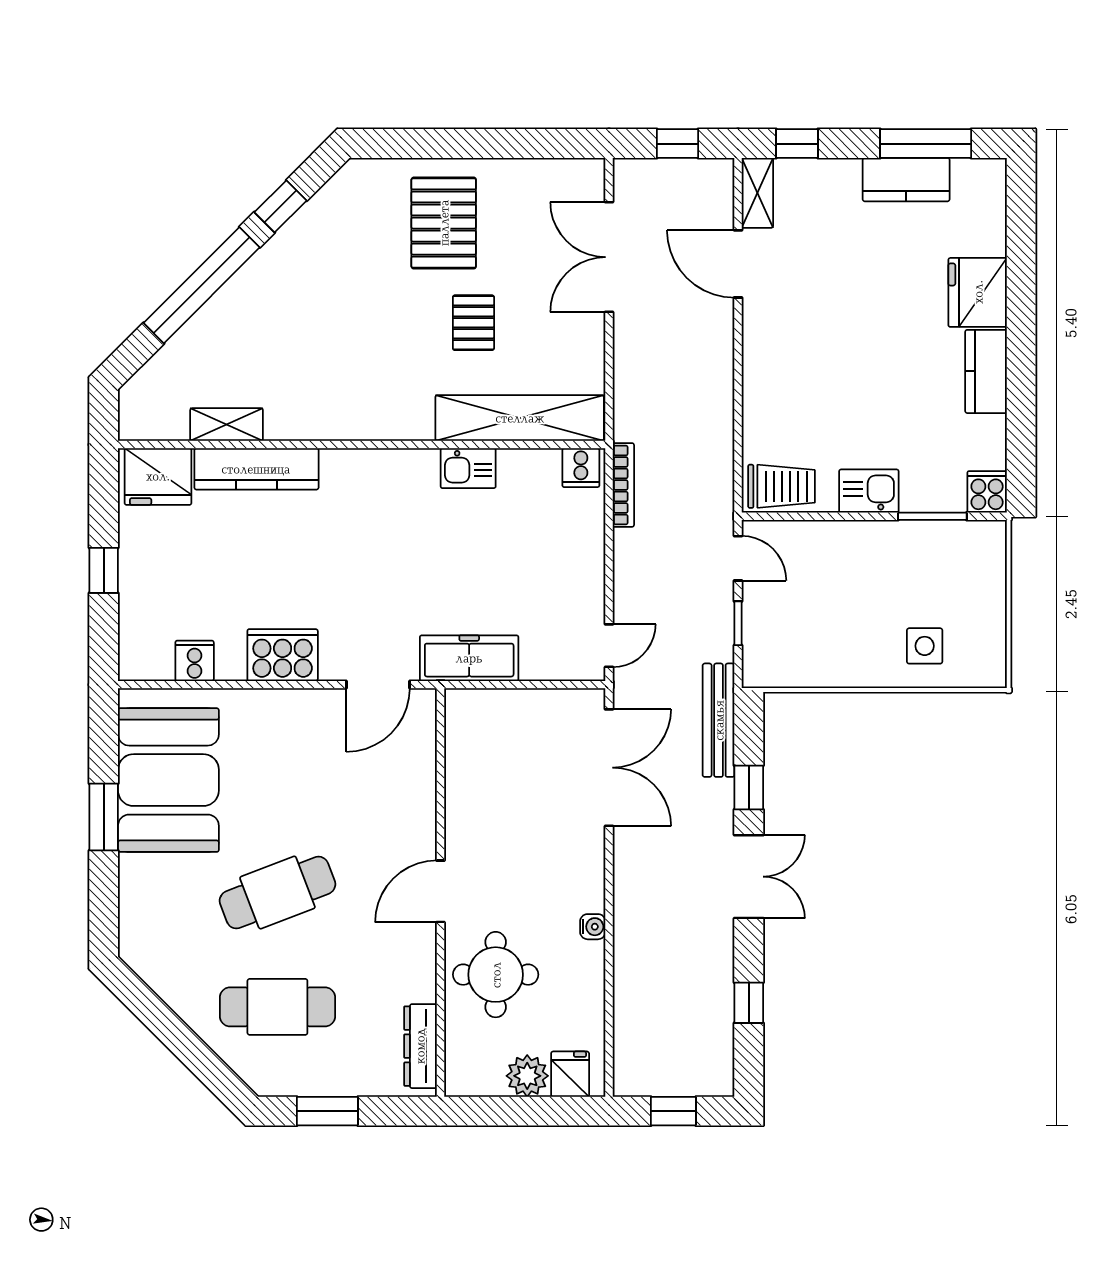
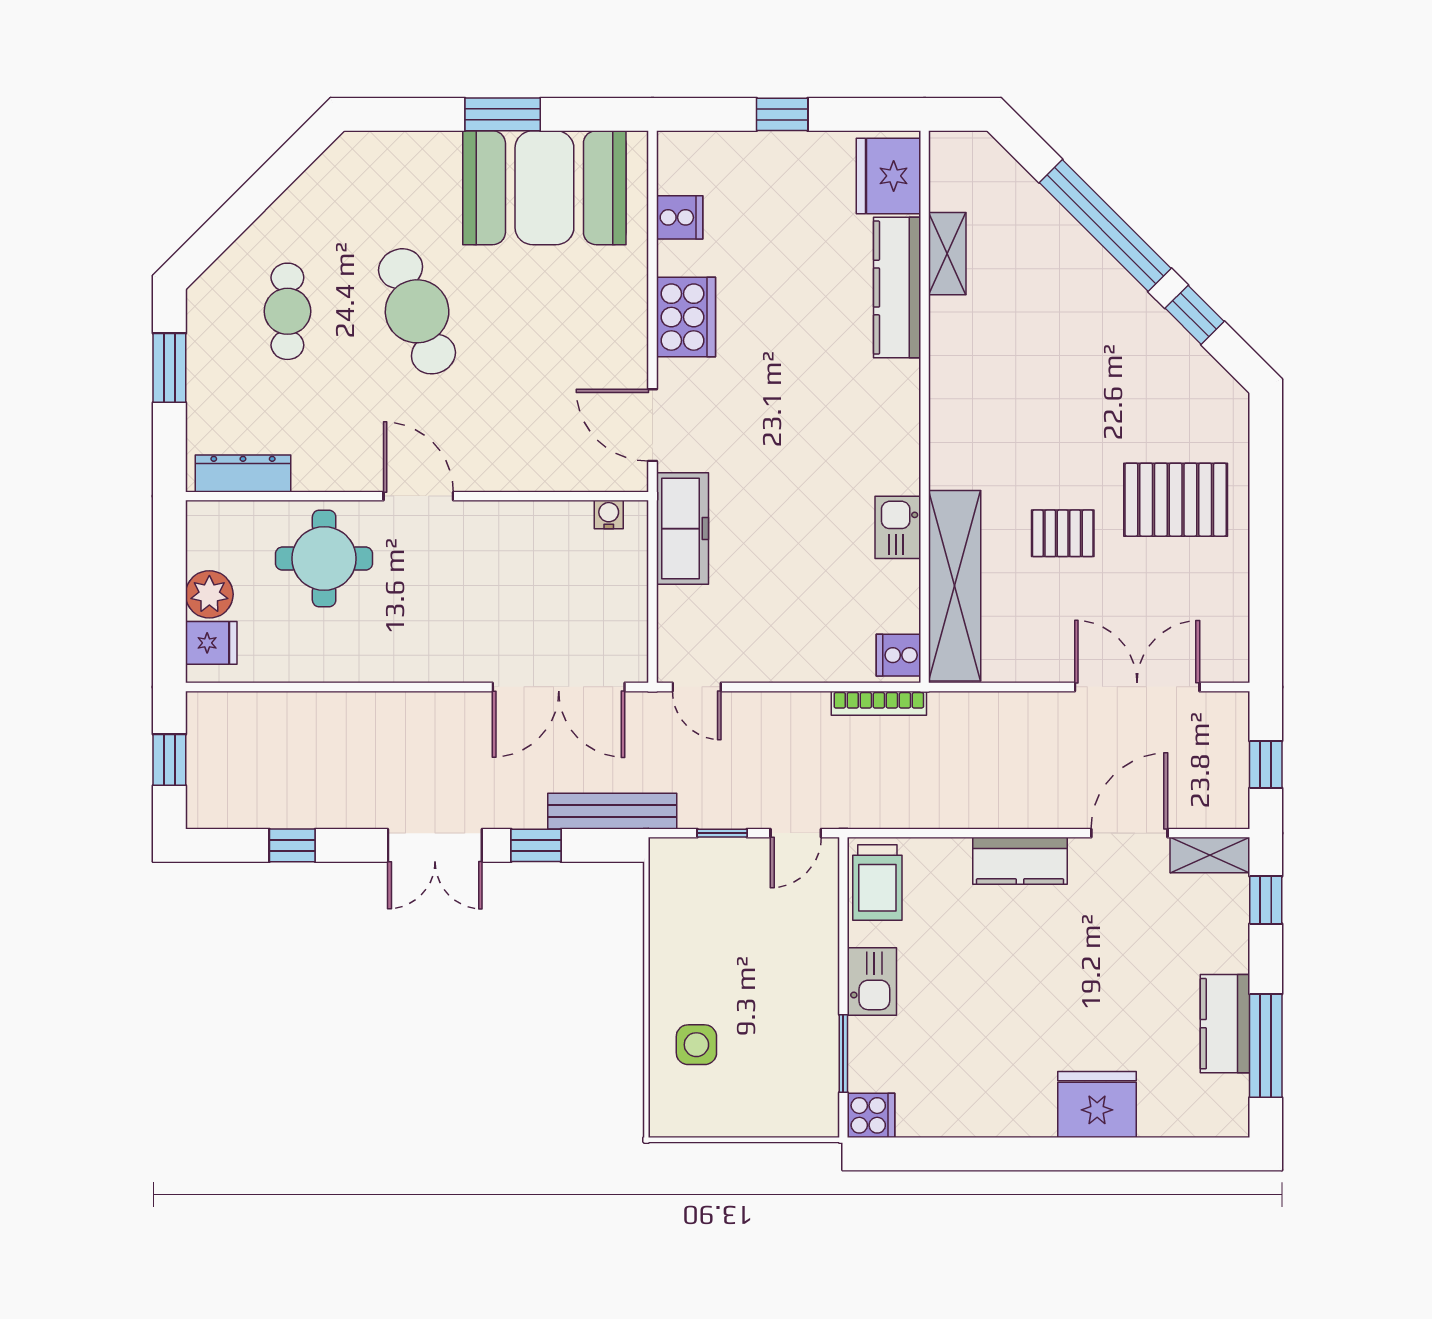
kitchen counter: (986, 371) -> (1020, 861), moved, turned 180
water cooler: (593, 927) -> (609, 514), moved, turned 180
cafe table: (277, 1007) -> (287, 311), width x0.73, depth x0.74

